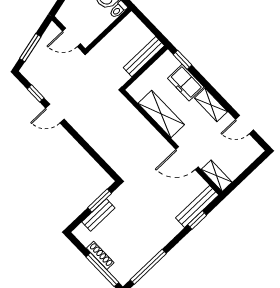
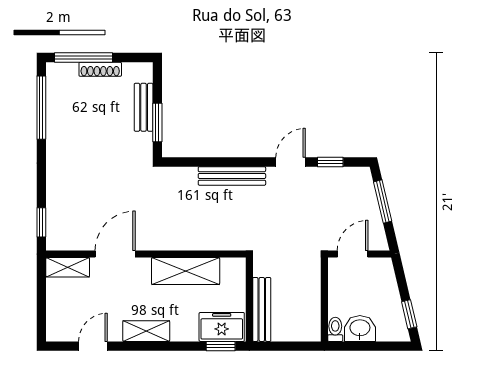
freezer: (186, 83) -> (222, 327), moved
bench: (197, 206) -> (232, 176), moved, turned 90
window: (197, 220) -> (41, 222), moved

